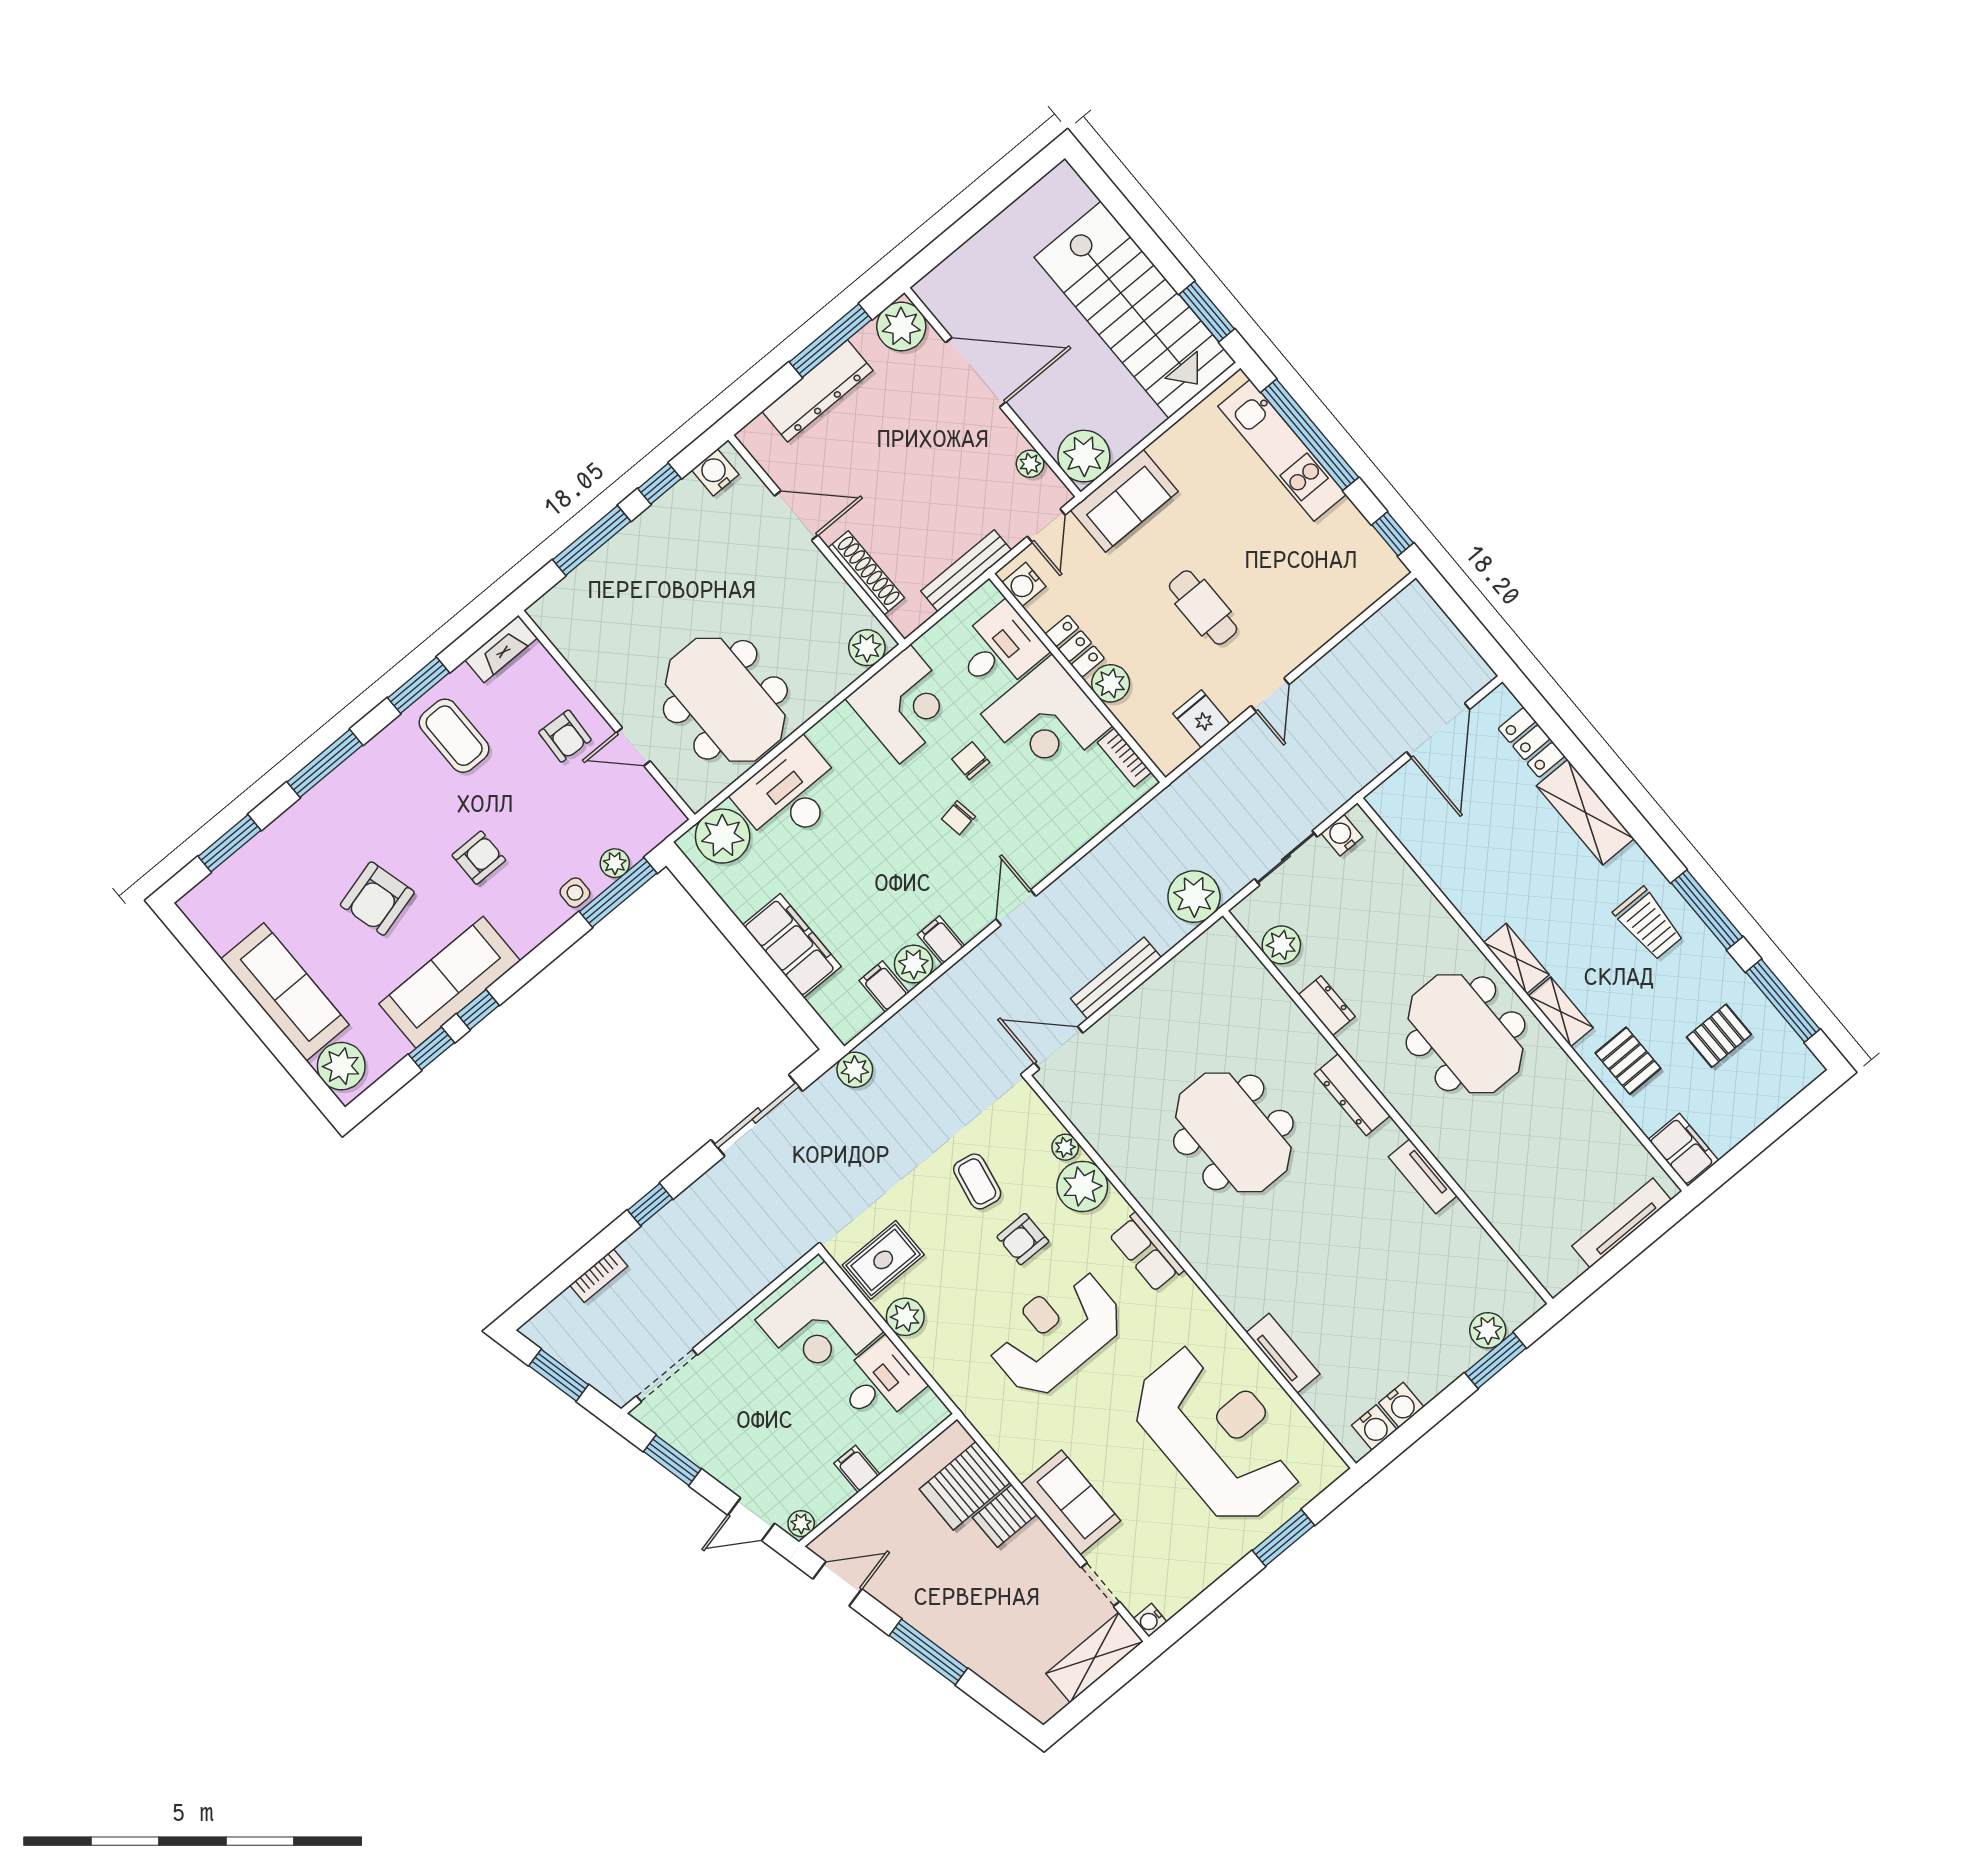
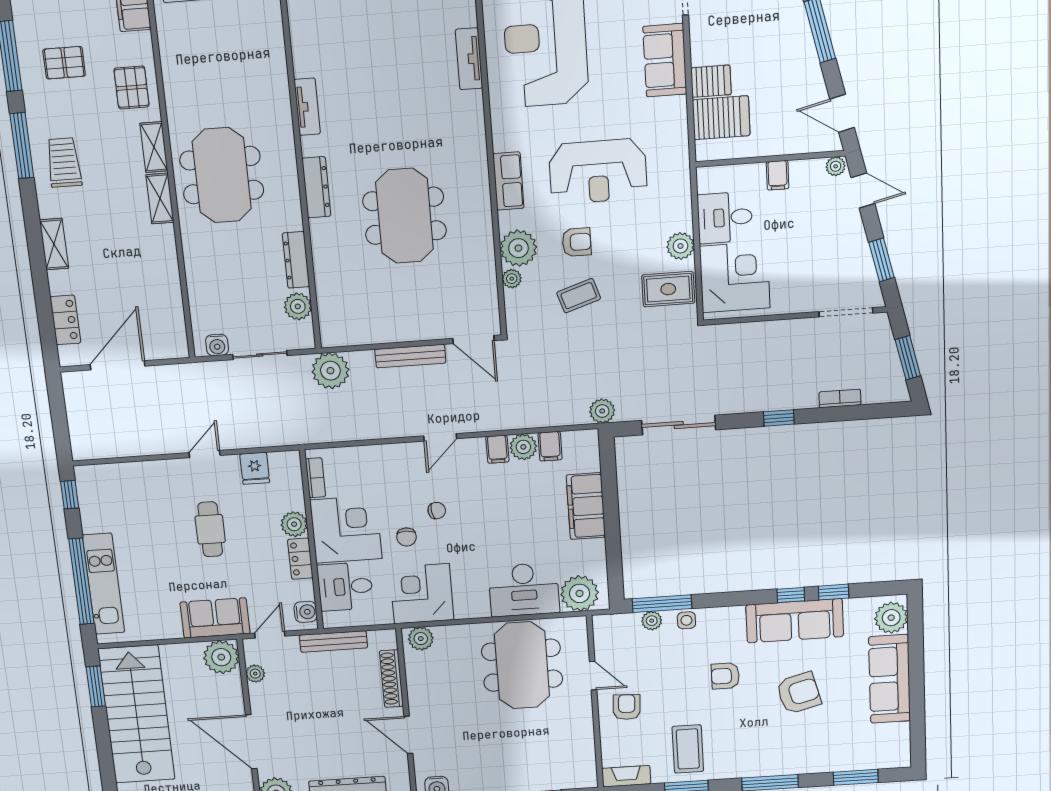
shelving: (1585, 812) -> (54, 244), width x0.67, depth x0.75
dresser: (1327, 1006) -> (296, 260), width x1.44
coffee table: (977, 1181) -> (579, 296), turned 61

